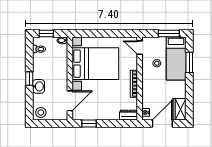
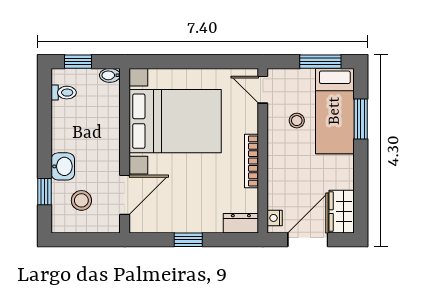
window: (29, 79) -> (44, 192), moved
stool: (41, 112) -> (81, 200), moved
window: (89, 123) -> (188, 240), moved

